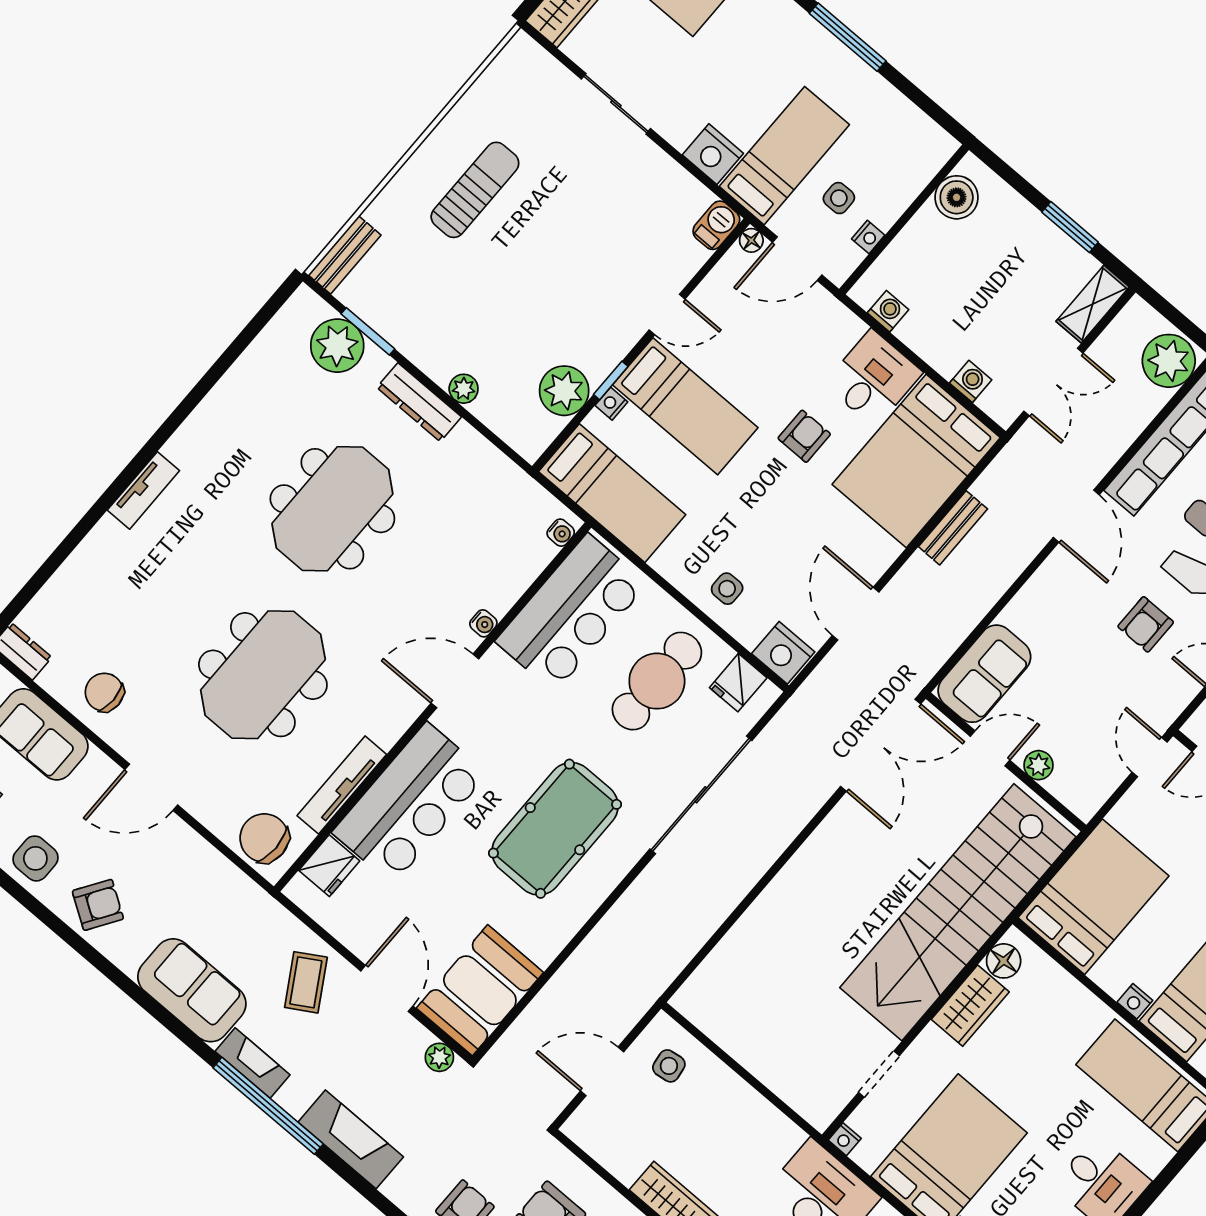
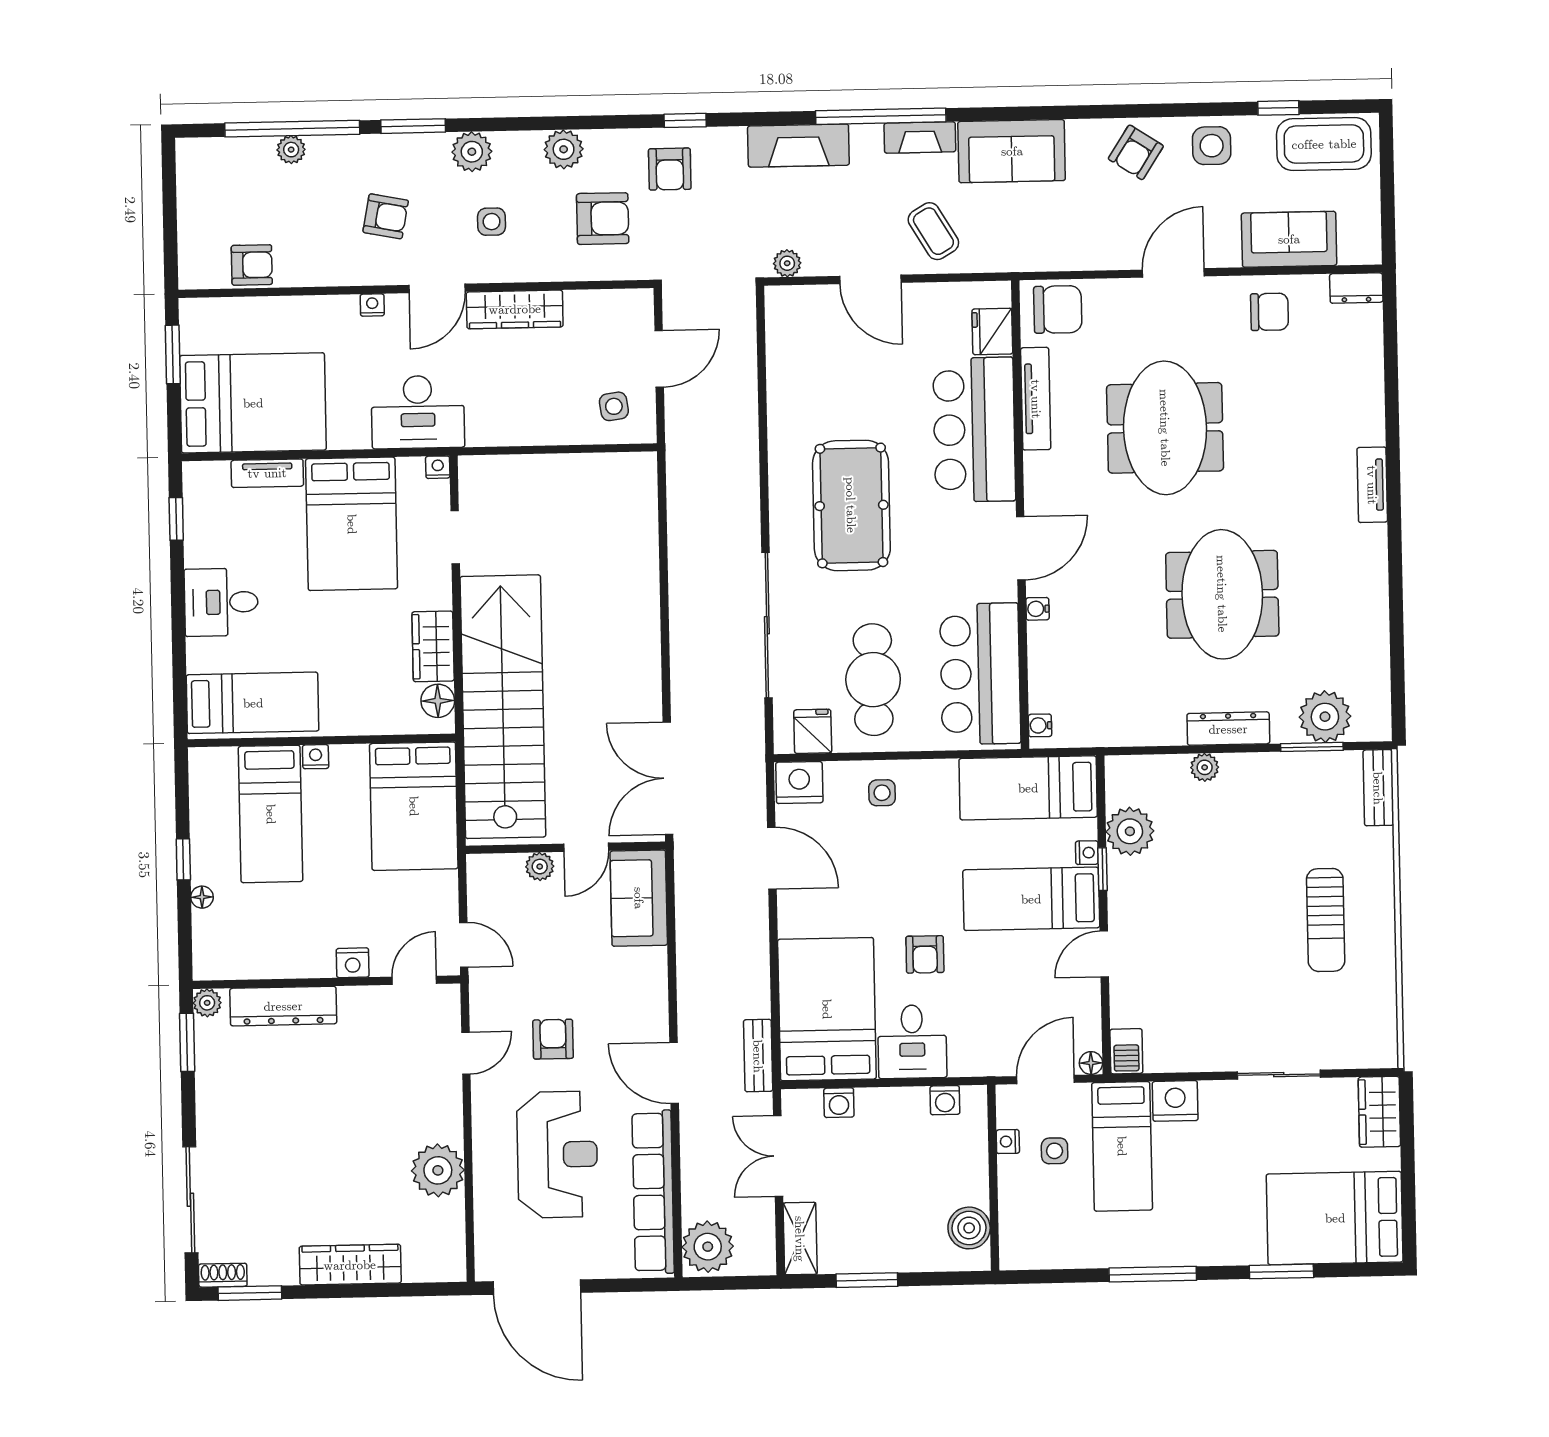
bench: (953, 528) -> (758, 1056), moved
booth: (480, 990) -> (801, 339), removed

